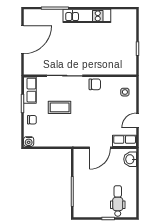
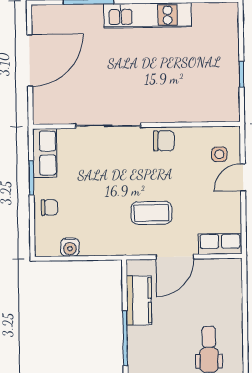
coffee table: (60, 107) -> (151, 213), moved
door: (138, 121) -> (243, 177), moved
water cooler: (29, 142) -> (70, 247), moved
washbasin: (130, 159) -> (231, 277), removed
kitchen counter: (80, 171) -> (139, 300), added

